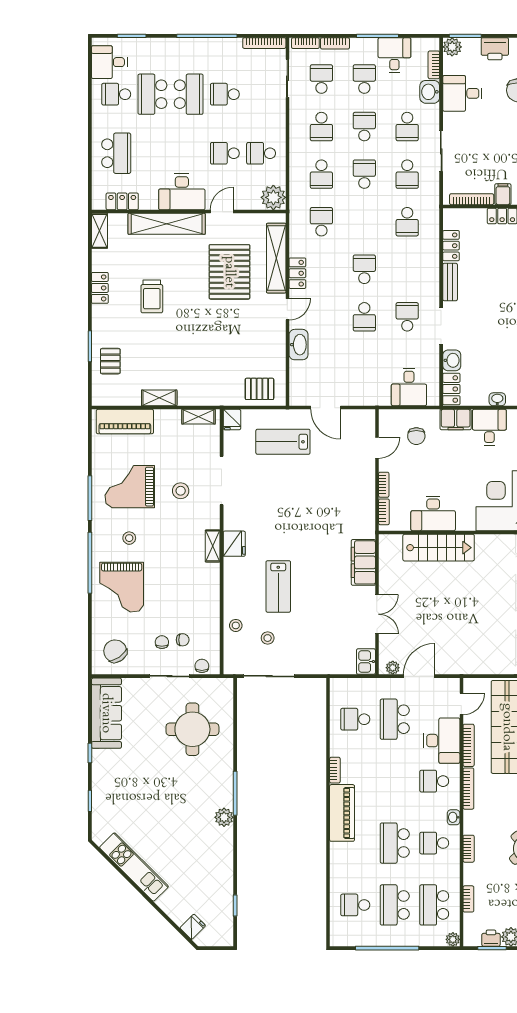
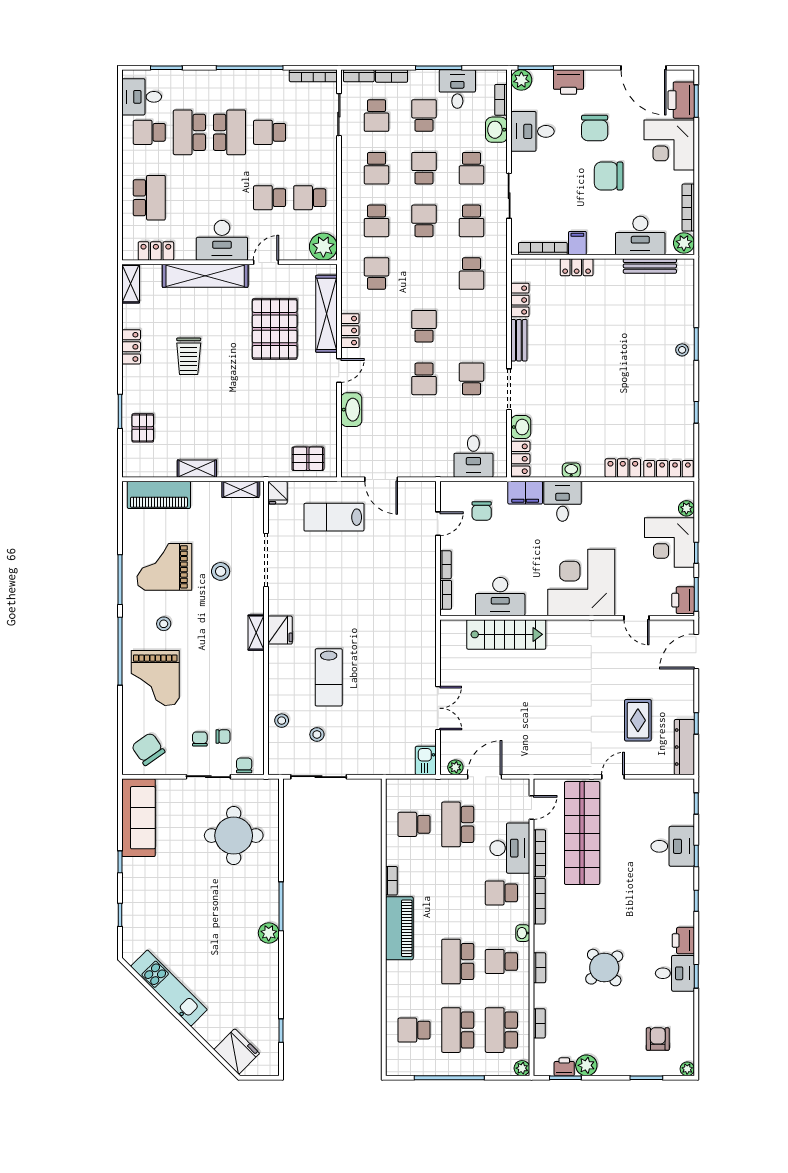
school desk: (321, 79) -> (377, 116), turned 180
filing cabinet: (363, 562) -> (423, 651), removed
fridge: (193, 927) -> (237, 1051), width x1.88, depth x1.34

